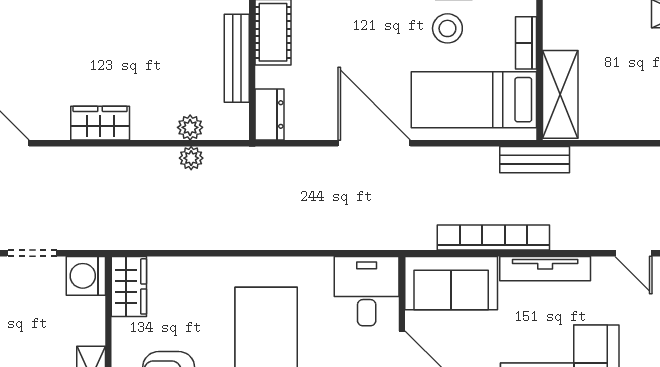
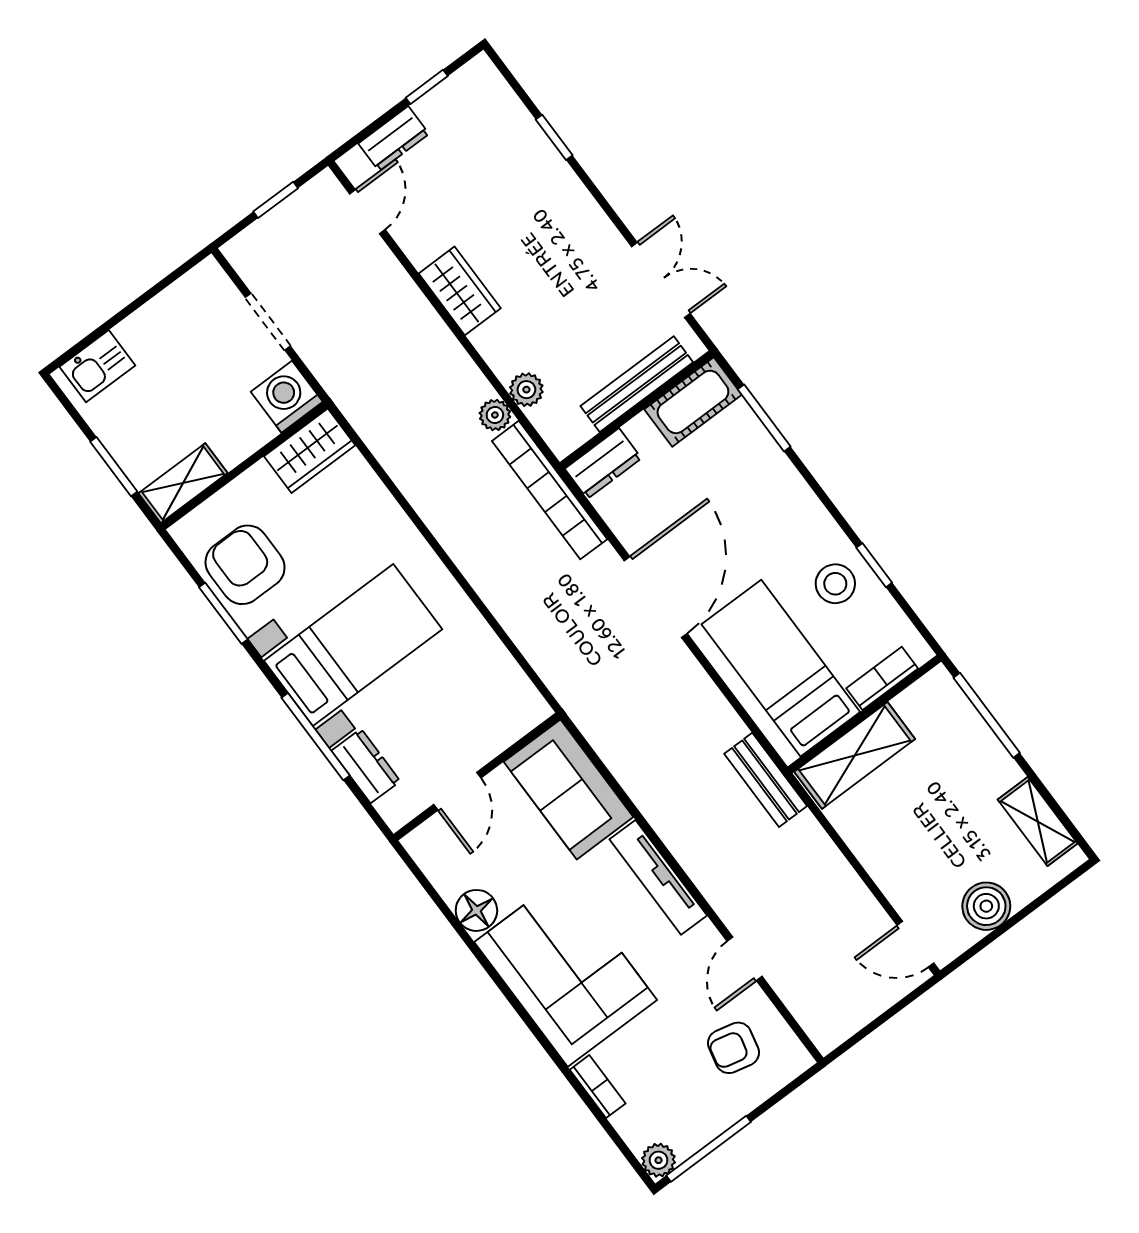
bookcase: (493, 238) -> (550, 490), moved, turned 180
desk: (367, 291) -> (493, 706), removed

